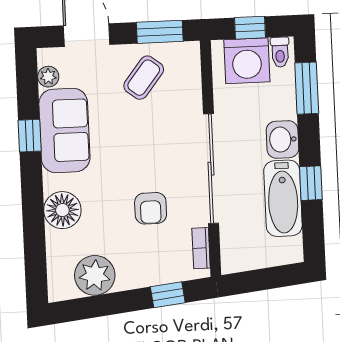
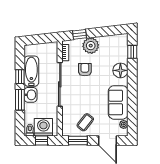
window: (307, 88) -> (20, 100), moved
window: (30, 136) -> (132, 52), moved
plant: (95, 275) -> (91, 46), moved

